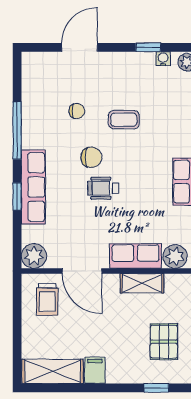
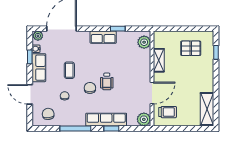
chair: (44, 81) -> (48, 114), added
row of seats: (136, 256) -> (39, 68), moved, turned 180
filing cabinet: (95, 370) -> (206, 86), removed

